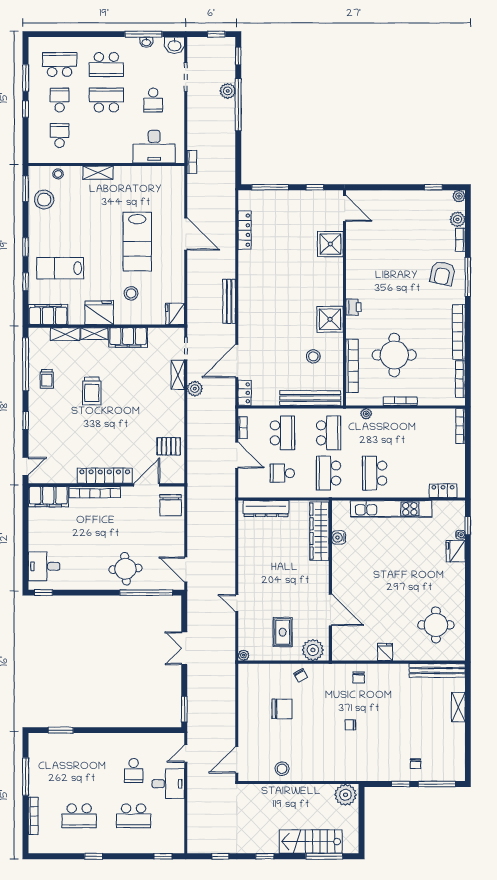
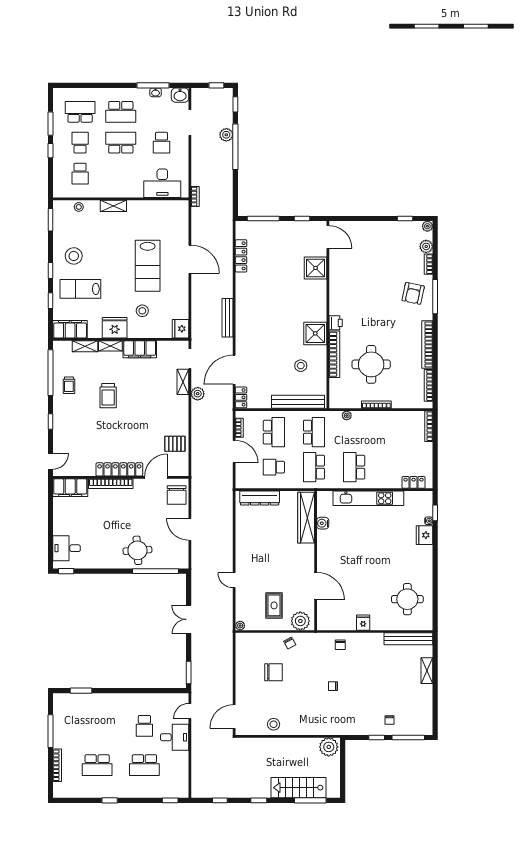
school desk: (60, 136) -> (80, 174), turned 180
stool: (44, 200) -> (74, 256), moved
bookcase: (352, 366) -> (334, 354), moved
door: (186, 570) -> (190, 529), moved

